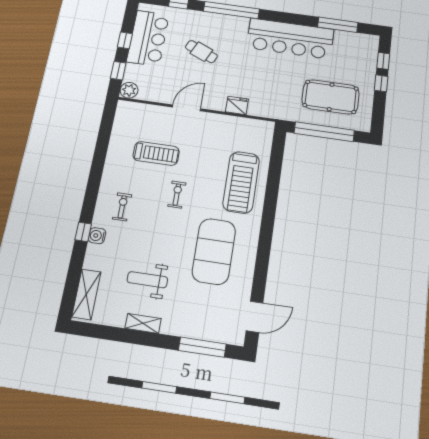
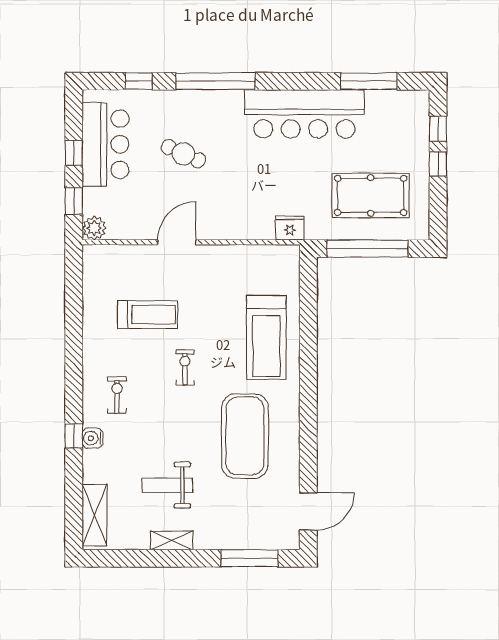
fridge: (237, 105) -> (290, 228), moved

